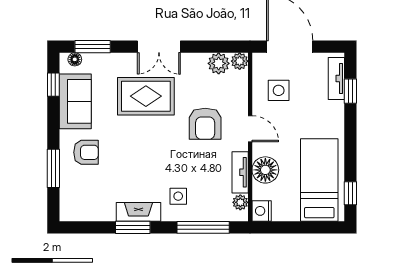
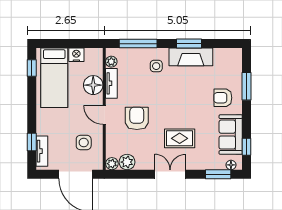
rug: (146, 96) -> (180, 138), width x0.73, depth x0.70
nightstand: (262, 211) -> (76, 55), moved, turned -90
fireplace: (138, 212) -> (191, 57), width x1.37, depth x1.32

